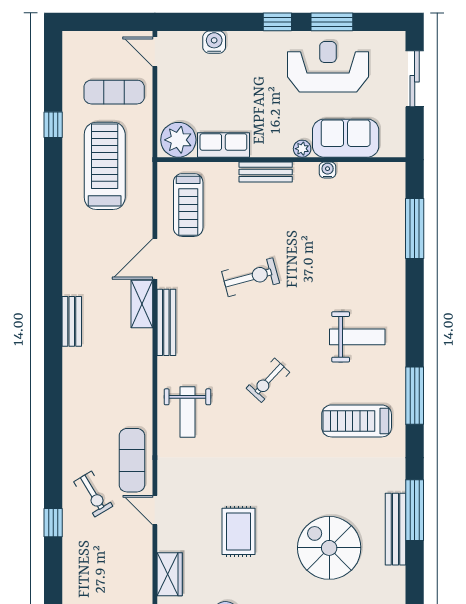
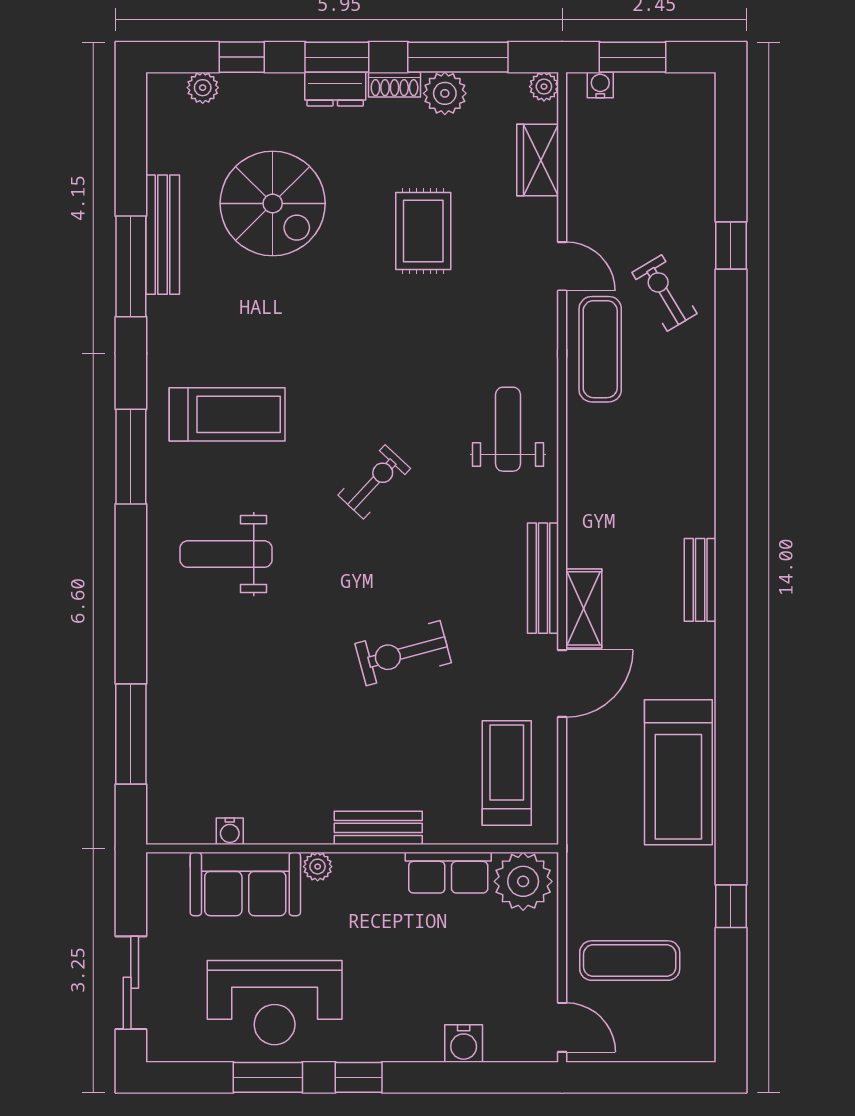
treadmill: (105, 166) -> (678, 772), moved
water cooler: (328, 170) -> (230, 831), moved

